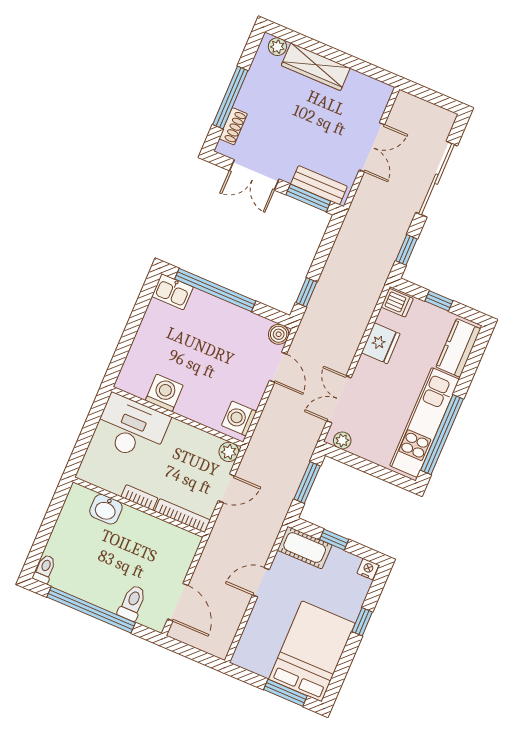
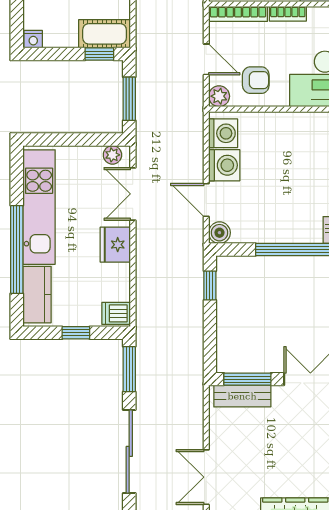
double door: (372, 147) -> (206, 477), moved
window: (406, 250) -> (129, 369), width x1.50
fridge: (381, 343) -> (115, 245), moved
washing machine: (164, 393) -> (224, 165), moved, turned -90
double door: (339, 399) -> (133, 194), swing flipped
window: (442, 435) -> (17, 250), moved
armchair: (191, 452) -> (256, 80), added
door: (226, 488) -> (206, 59), swing flipped
window: (334, 540) -> (99, 54), moved

